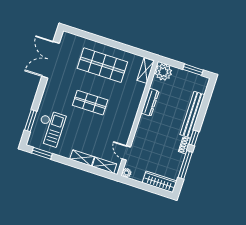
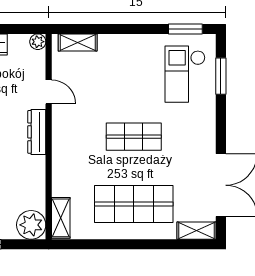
dresser: (150, 102) -> (37, 132), moved
door: (126, 153) -> (49, 92), moved
shelving: (82, 158) -> (197, 231), moved

